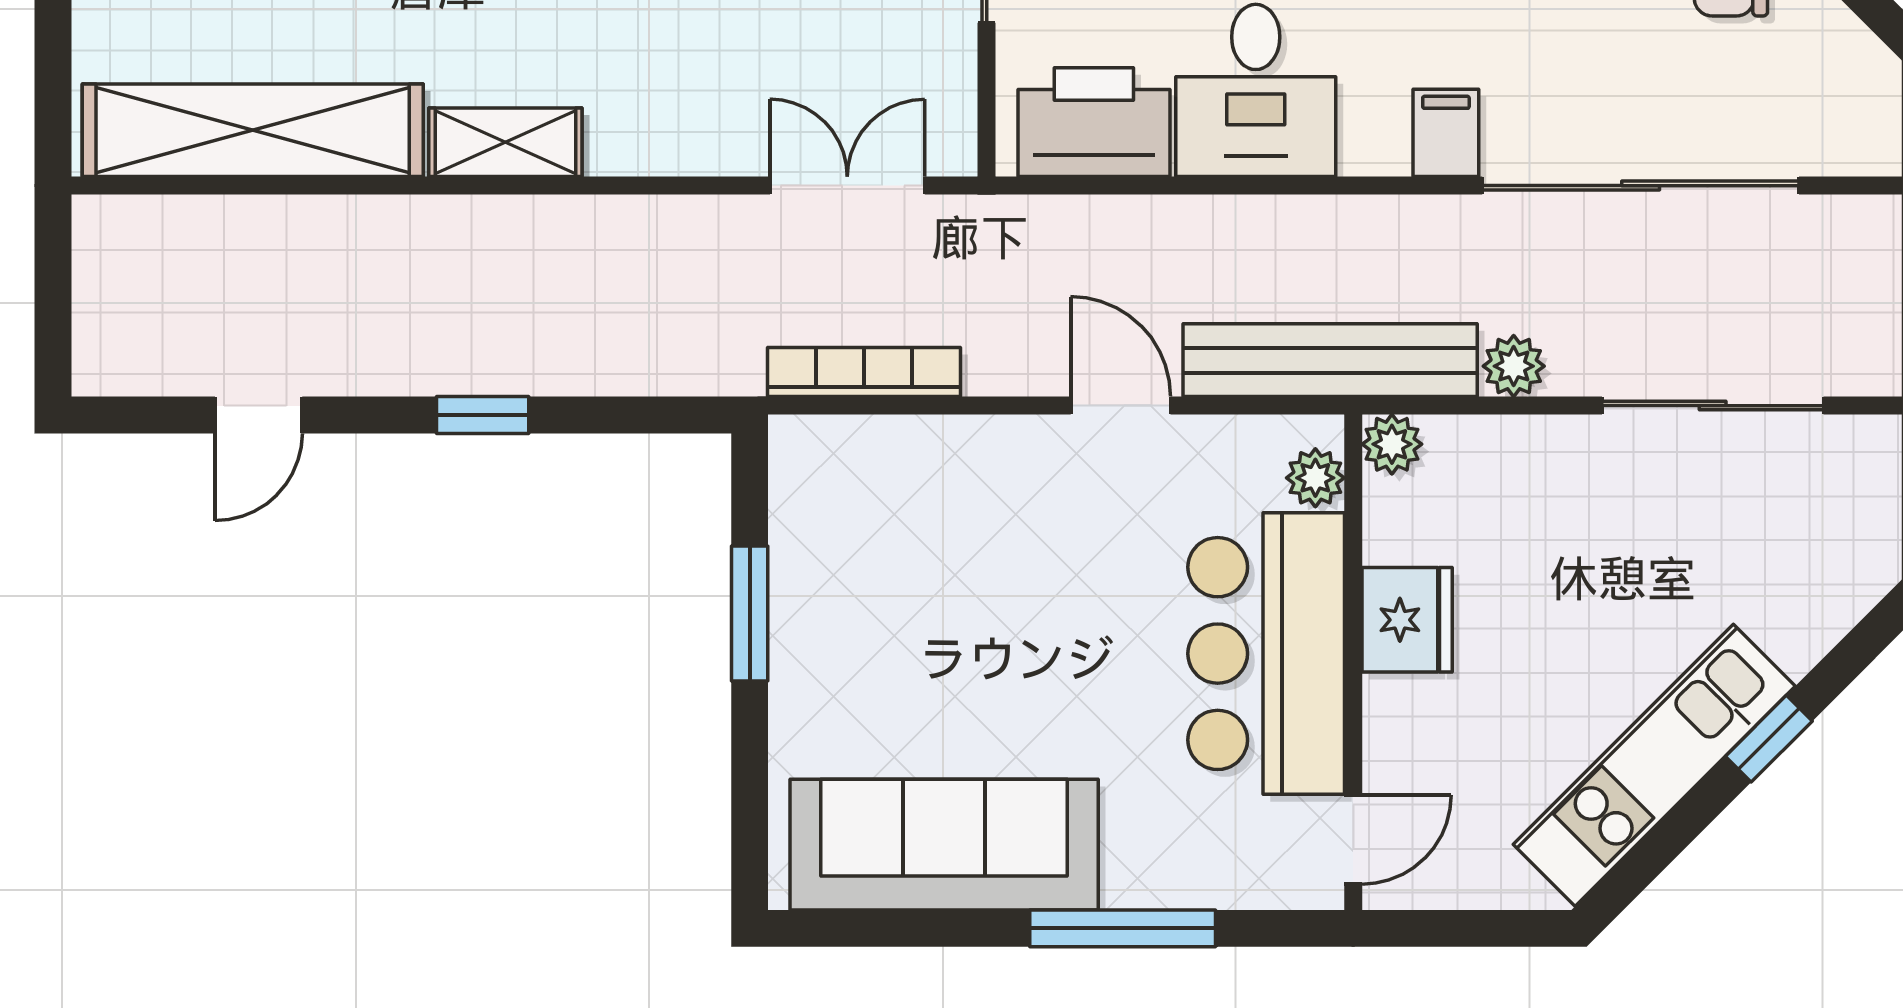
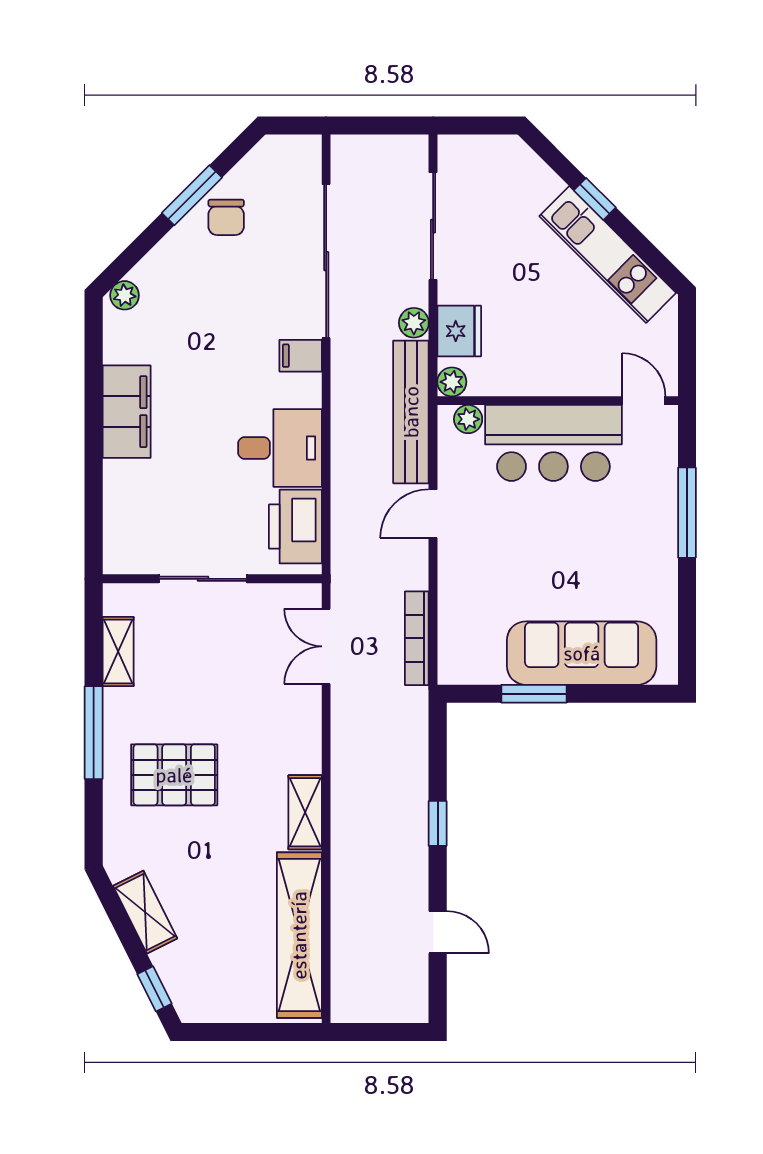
fridge: (1407, 620) -> (459, 331), moved, turned 90
sofa: (944, 845) -> (582, 653), moved, turned 90

